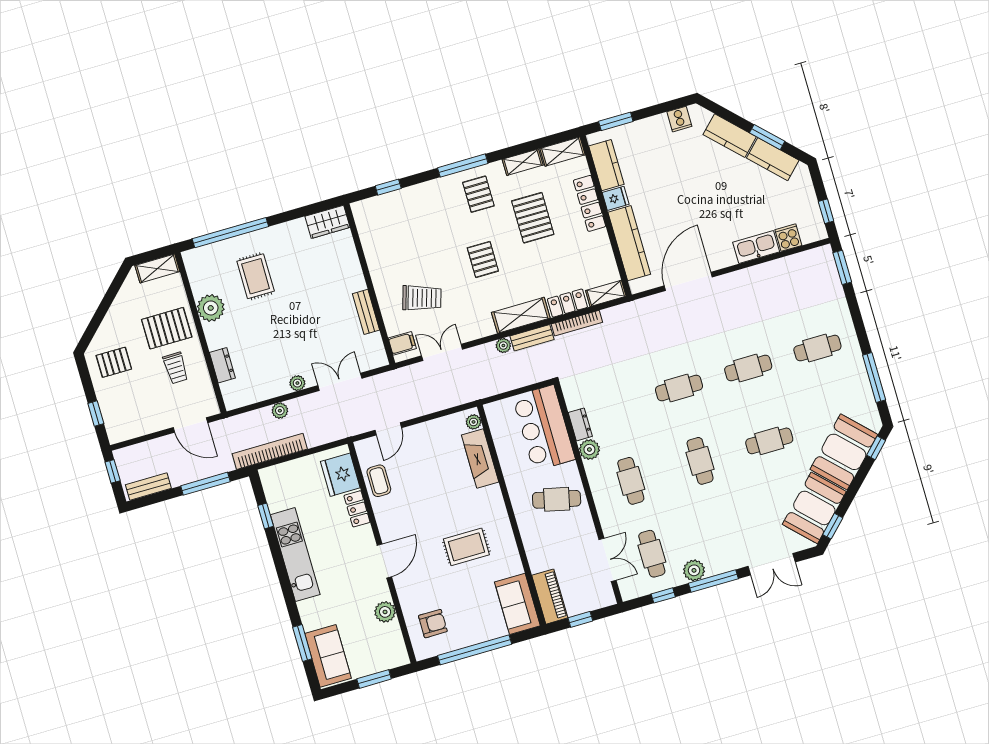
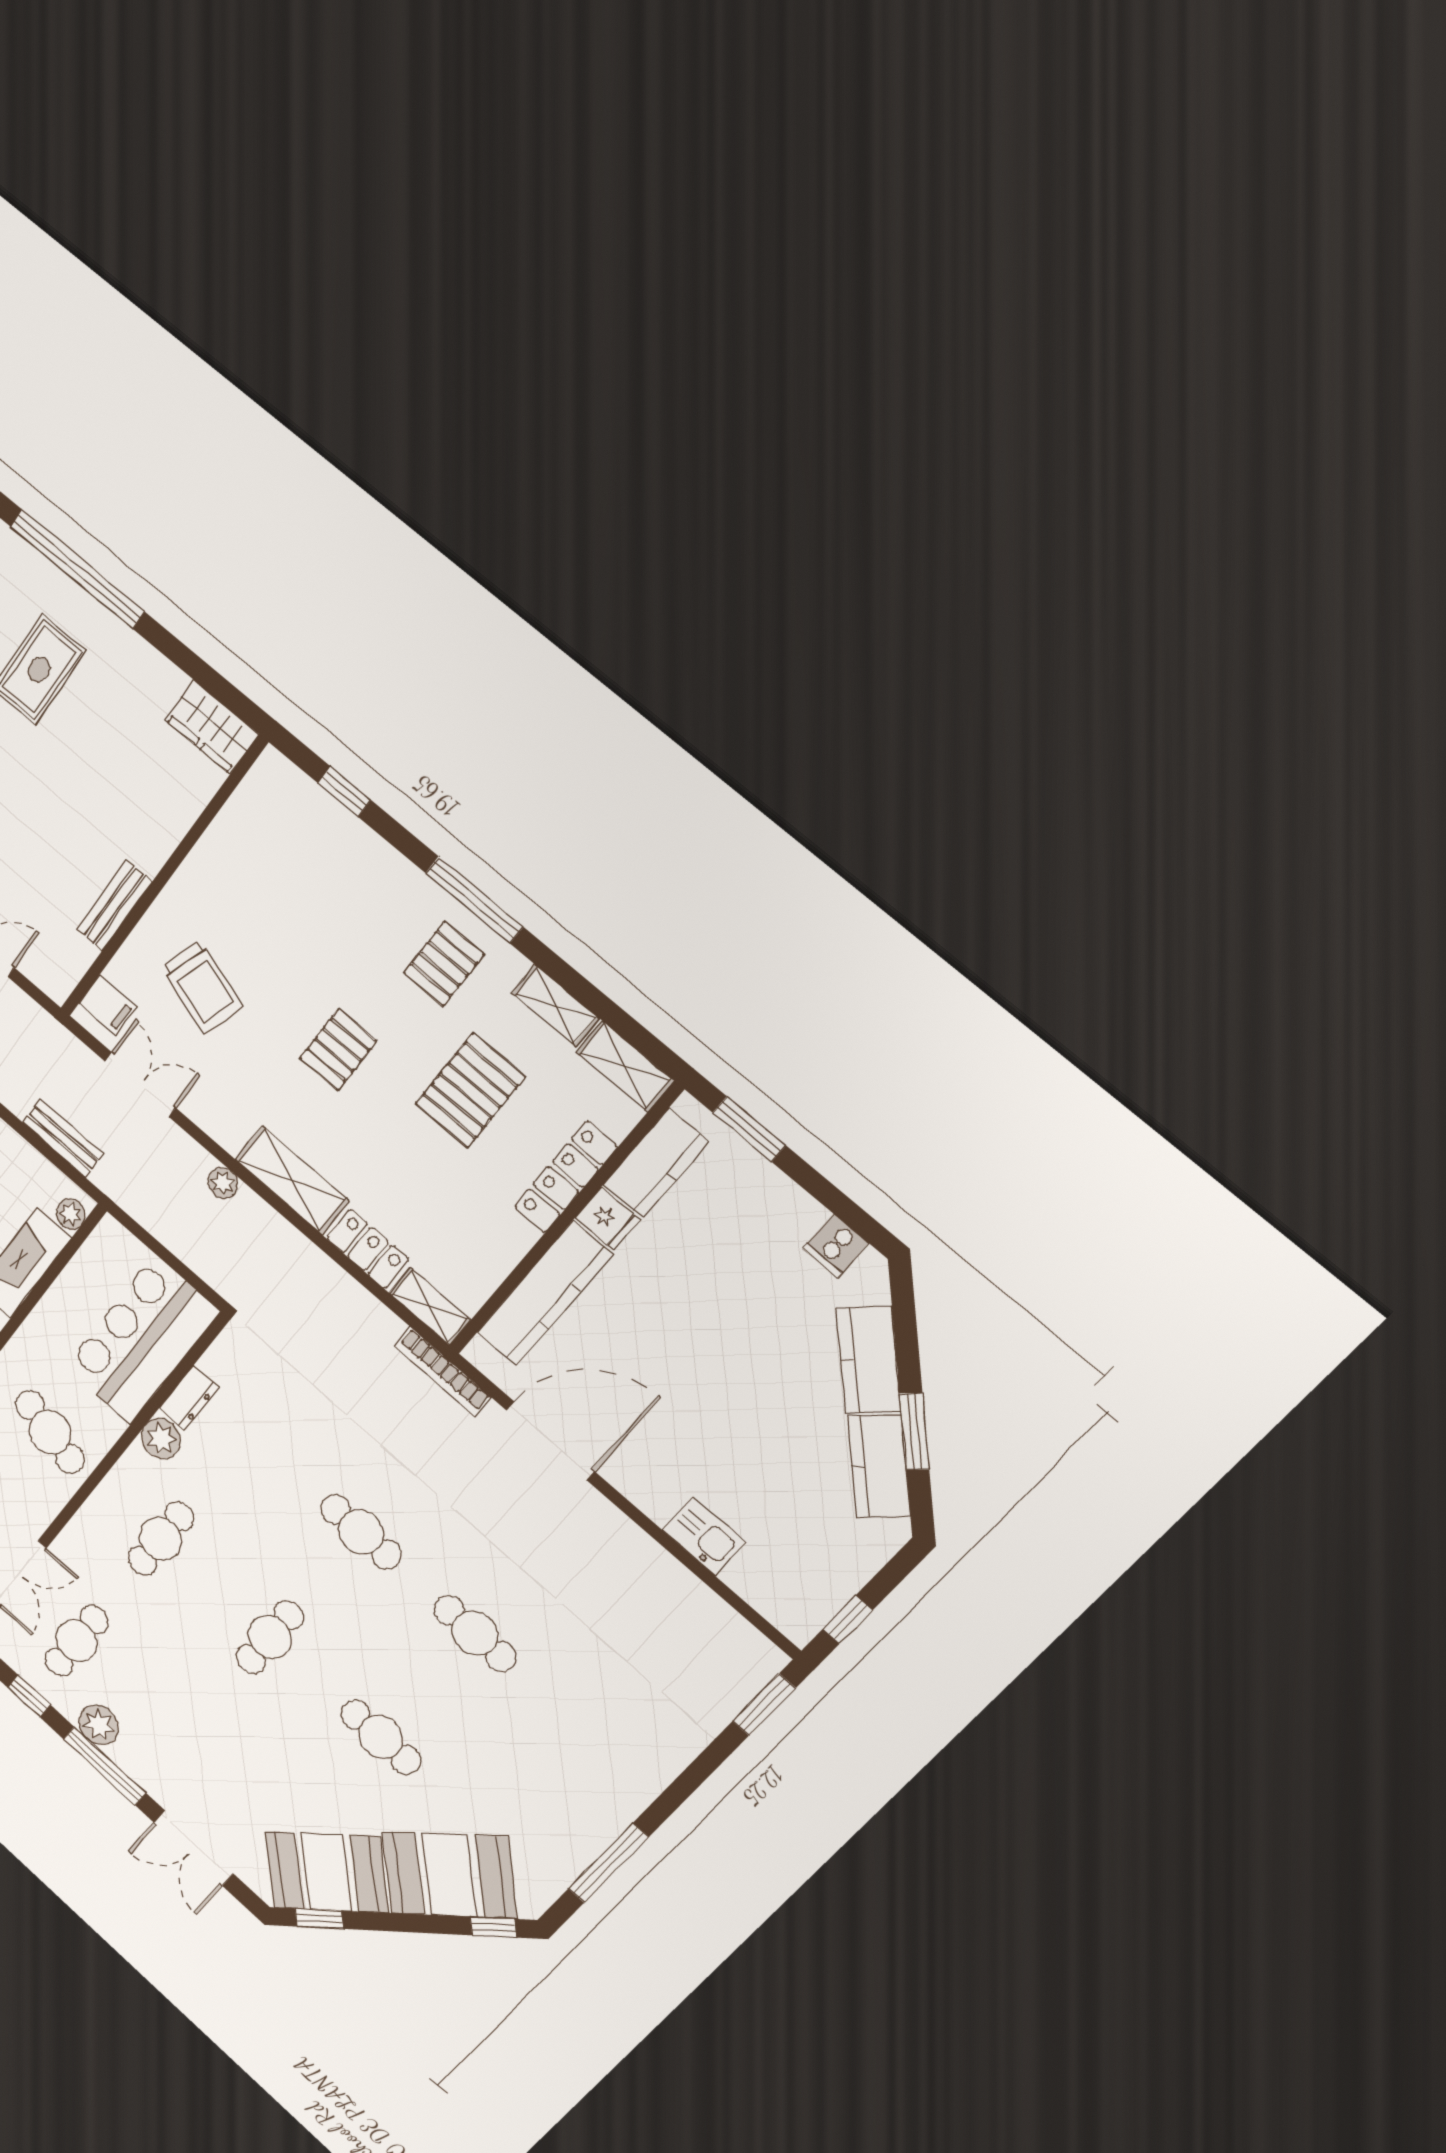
cooker: (788, 238) -> (752, 1577), removed
kitchen sink: (756, 247) -> (704, 1536), width x0.73
bookcase: (577, 323) -> (443, 1372), moved
bench: (532, 338) -> (63, 1138), moved
cafe table: (817, 348) -> (591, 1736), removed

